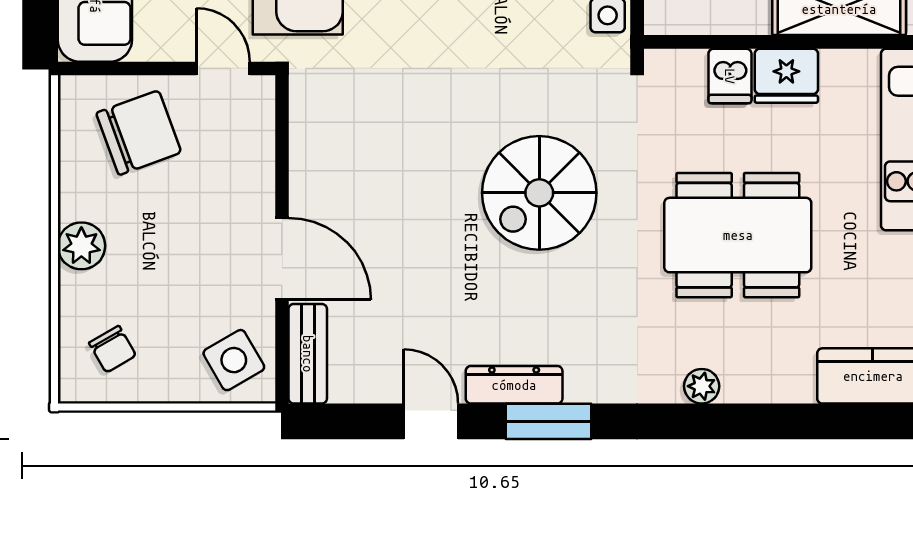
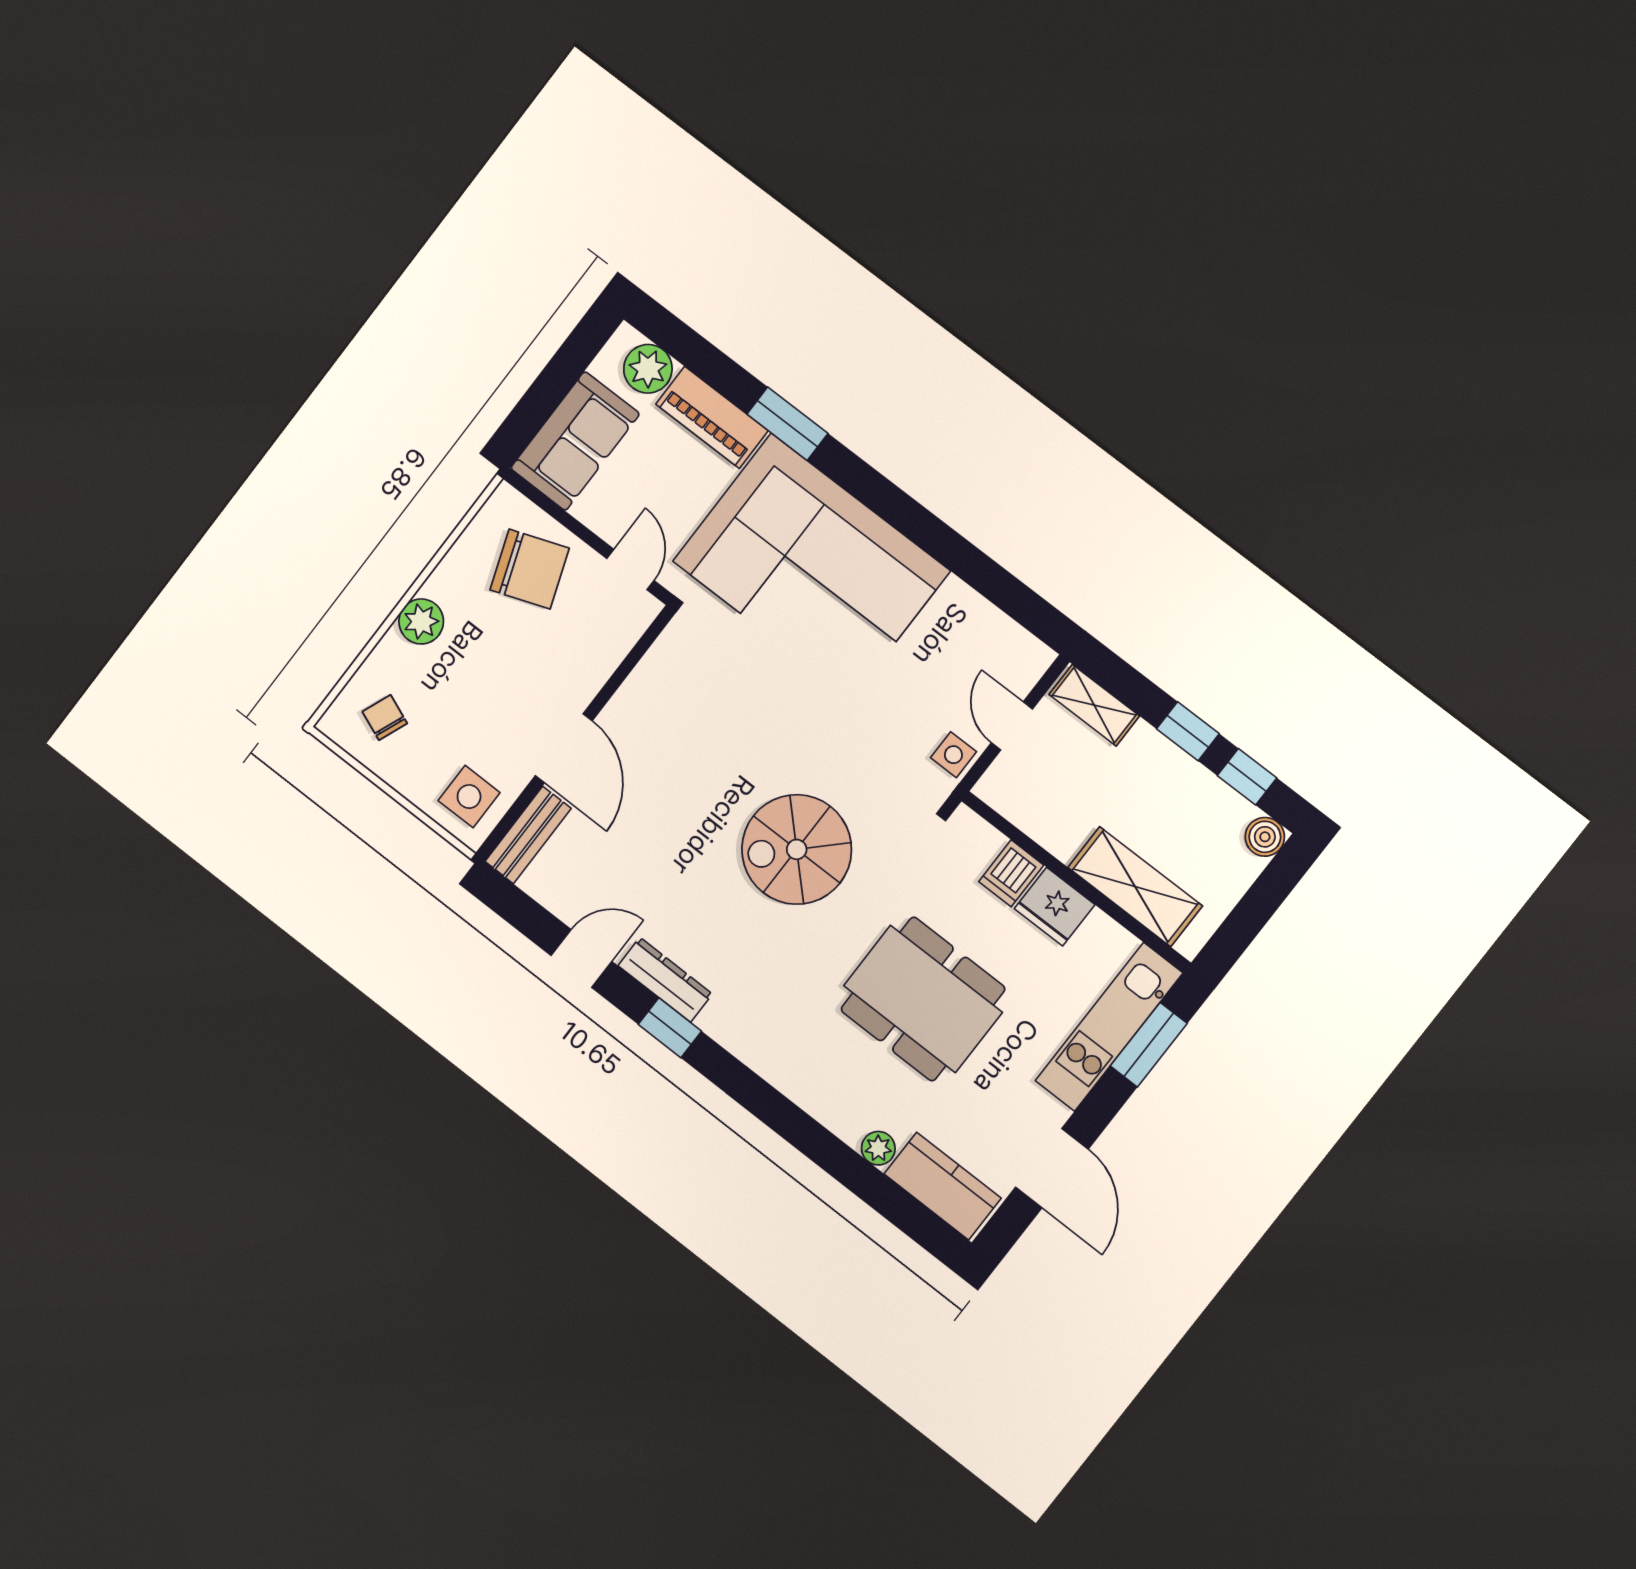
chair: (113, 349) -> (385, 718), turned 142
side table: (234, 360) -> (469, 797), turned 30
plant: (702, 386) -> (878, 1148), moved
door: (431, 421) -> (581, 958), hinge flipped
window: (549, 421) -> (670, 1028), width x0.67

